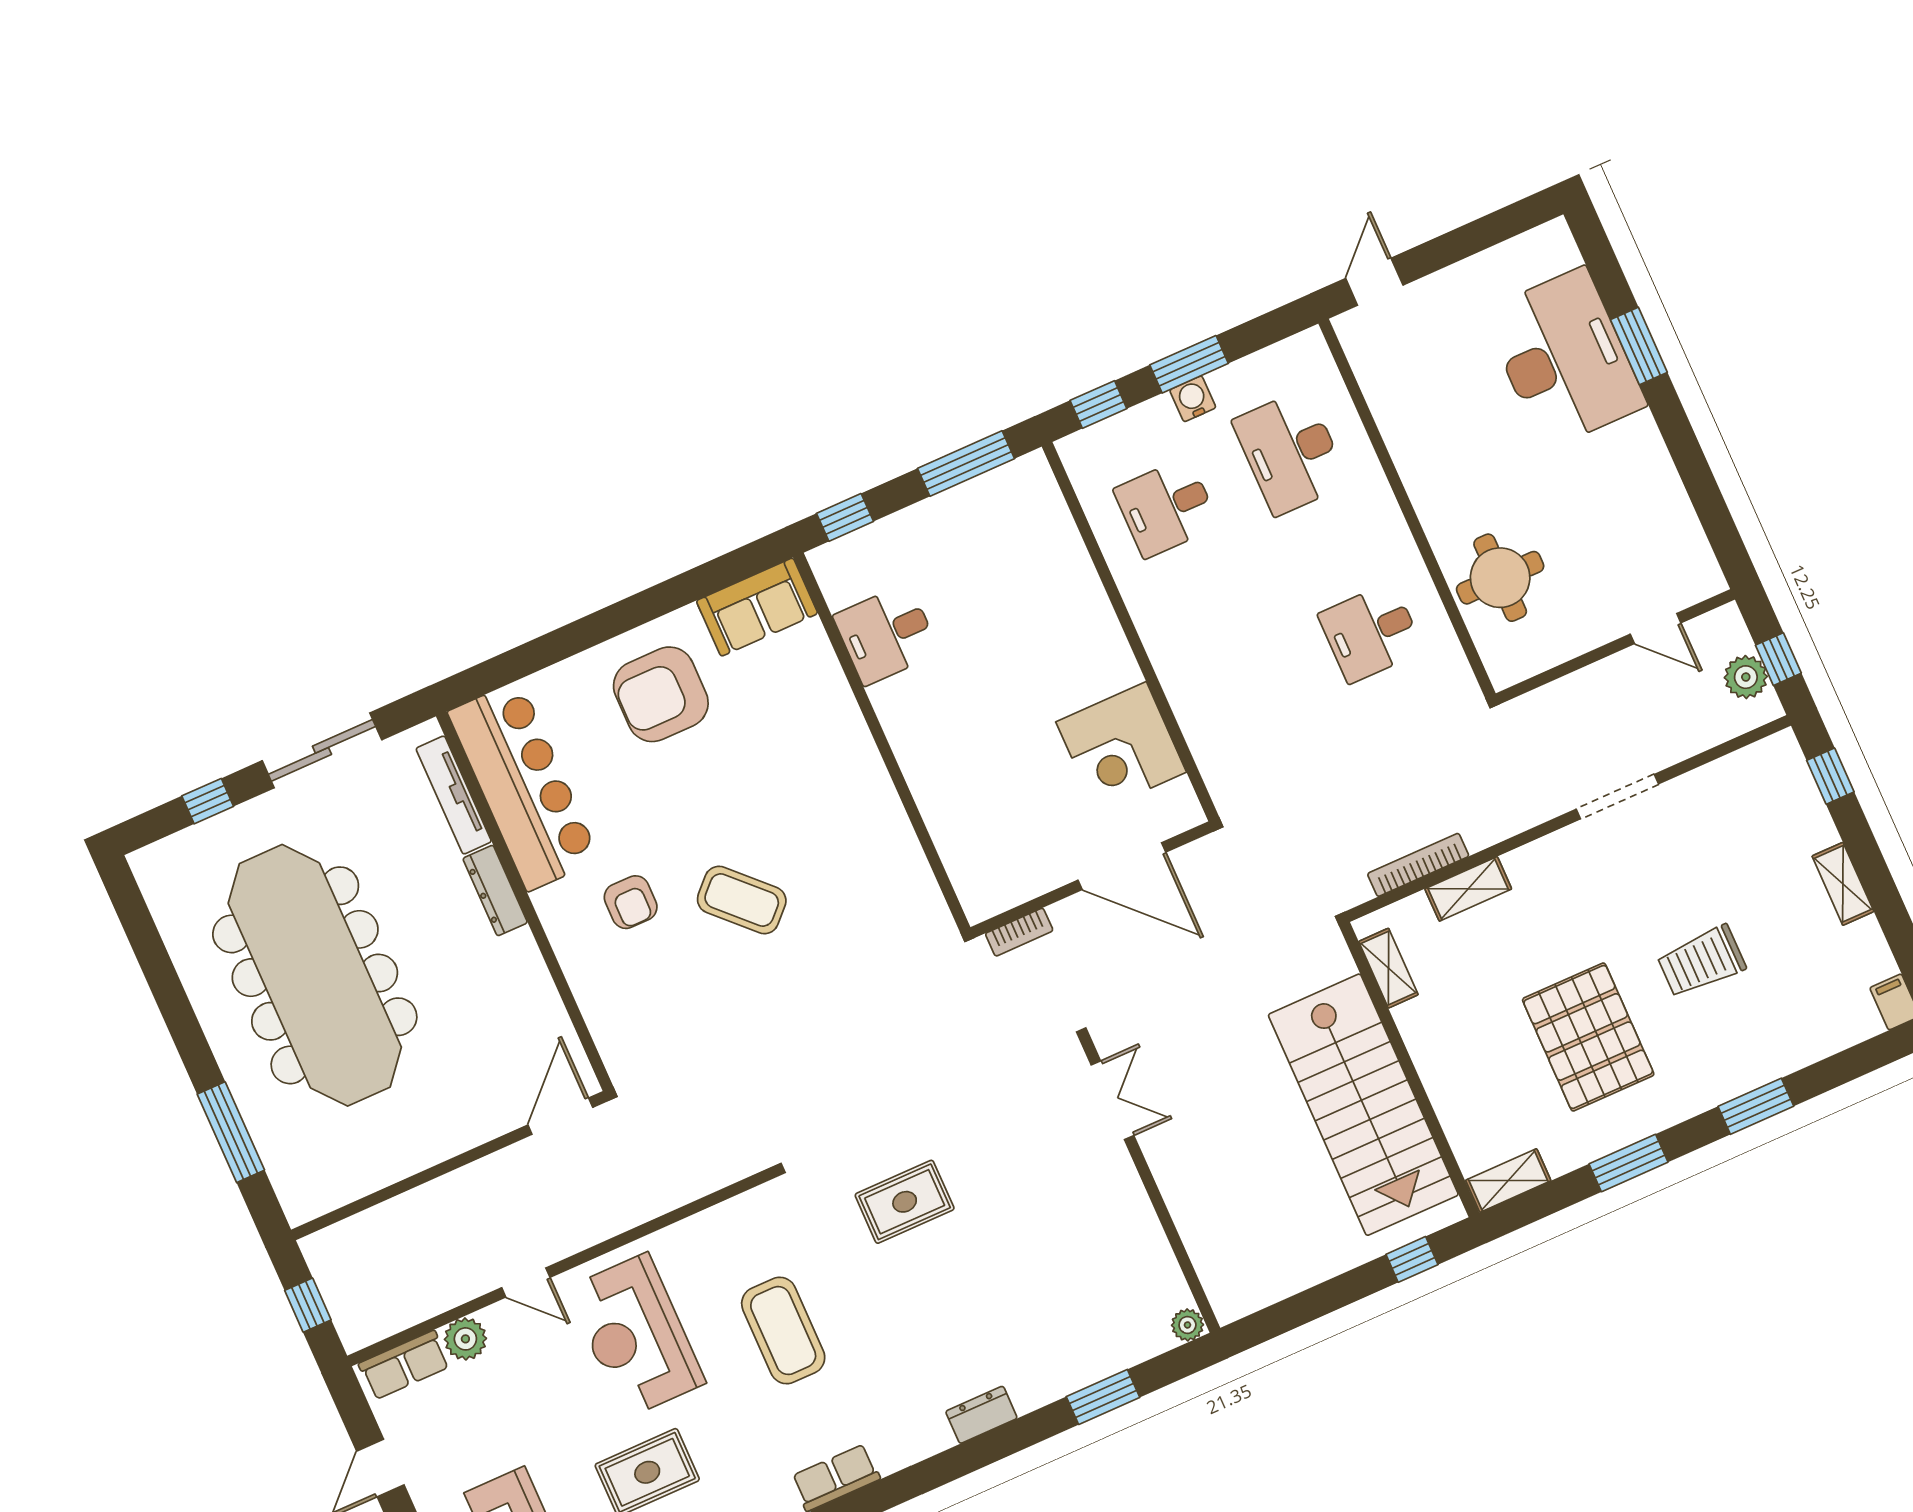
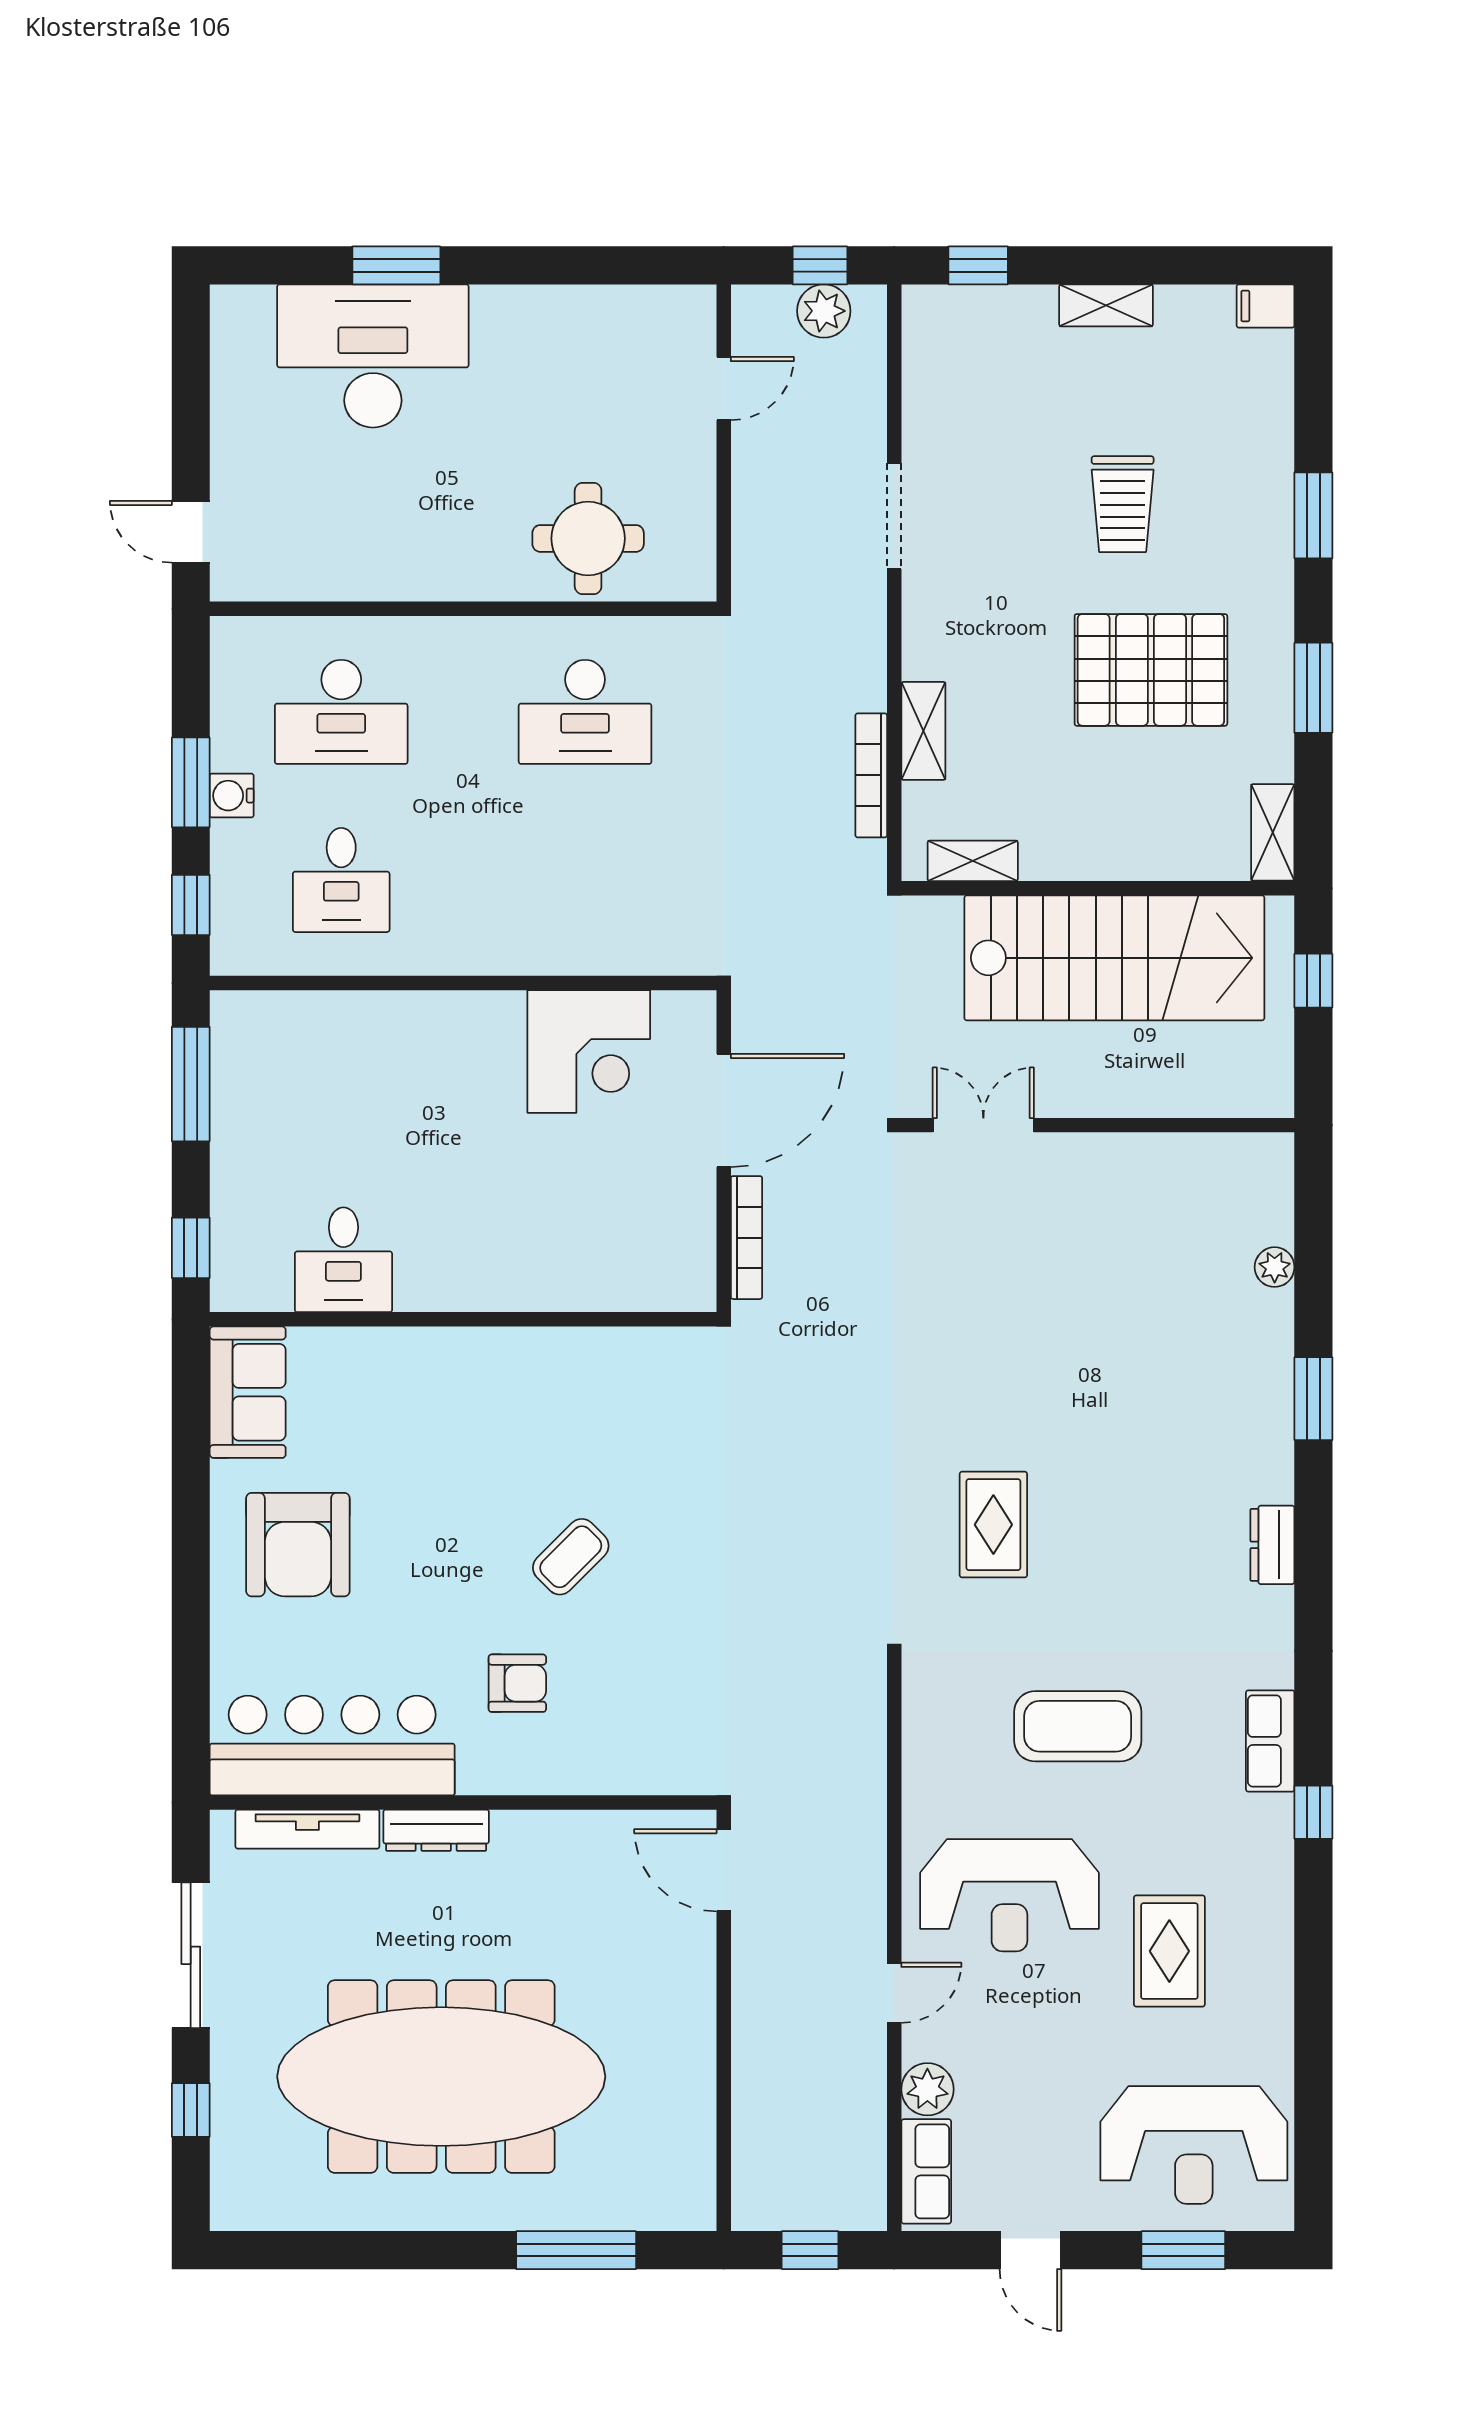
desk: (1371, 632) -> (585, 712), width x1.37
coffee table: (742, 900) -> (571, 1557), width x0.73, depth x0.77
bookcase: (1019, 932) -> (747, 1238), width x1.56
double door: (1112, 1100) -> (983, 1125), moved
wall: (1150, 1185) -> (1098, 1125), moved

